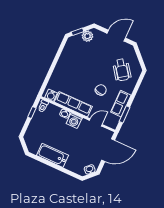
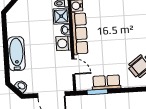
chair: (101, 90) -> (110, 54), removed
shower: (53, 111) -> (61, 16), added
bathtub: (53, 155) -> (16, 54), moved

